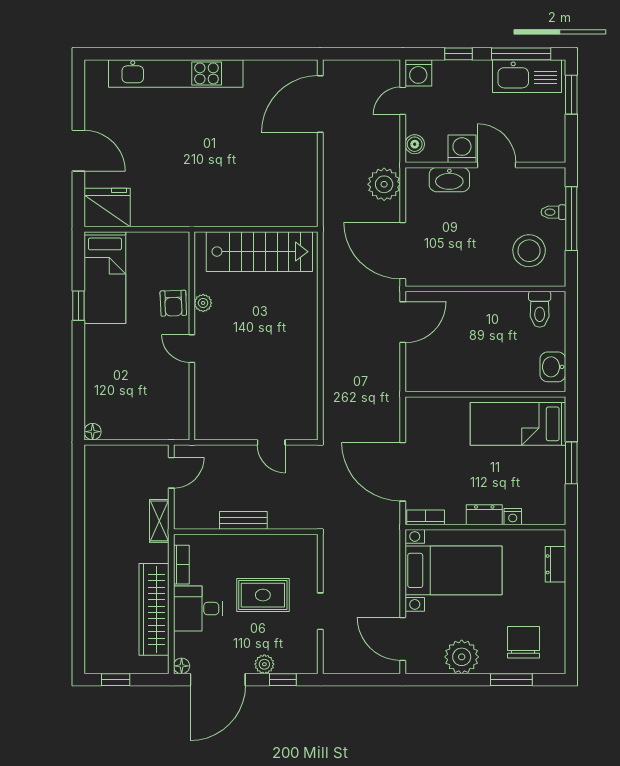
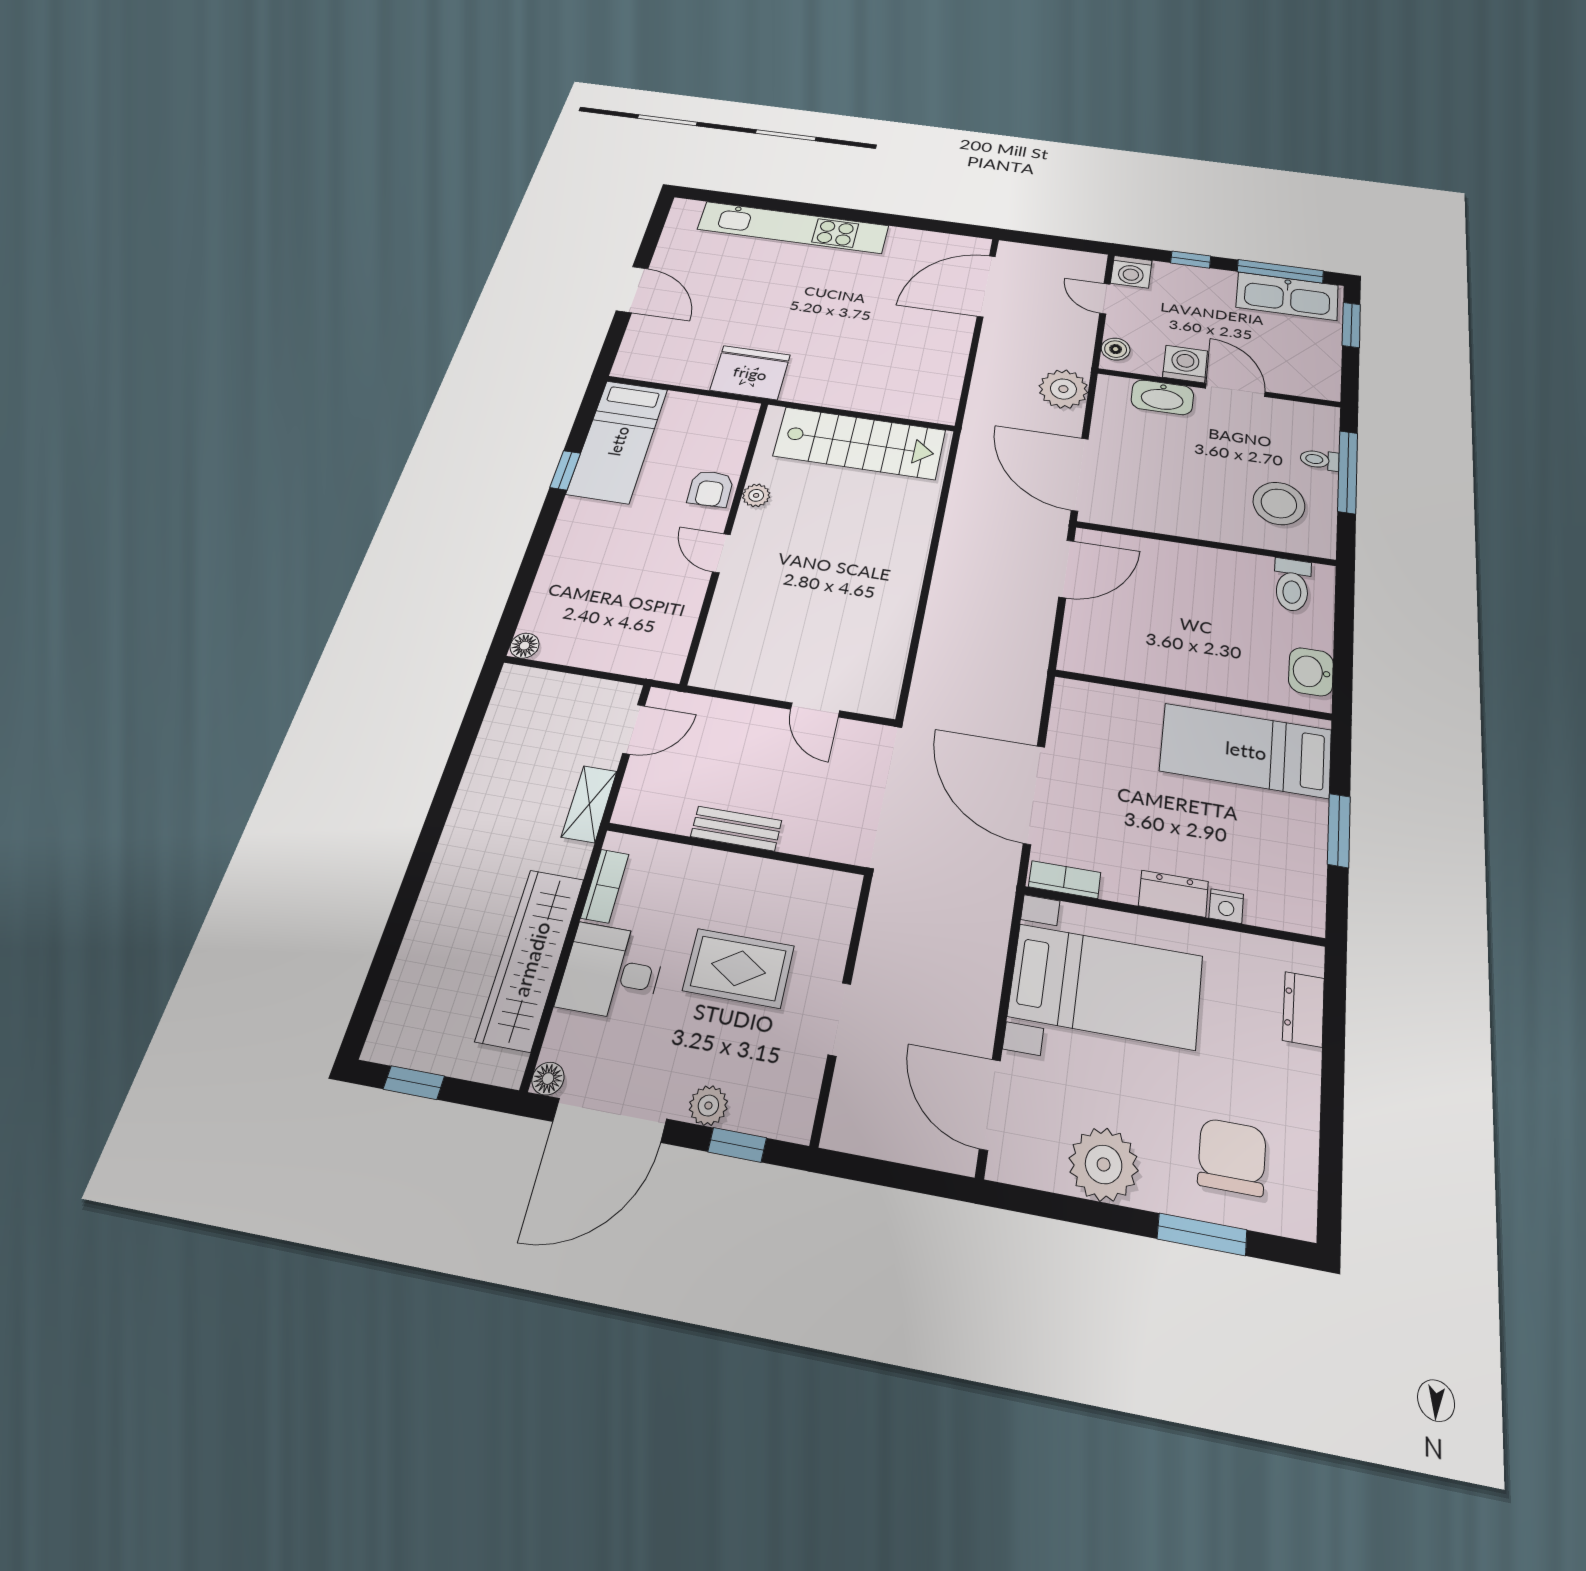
door: (403, 101) -> (1105, 299), hinge flipped
fridge: (107, 207) -> (750, 373), moved

